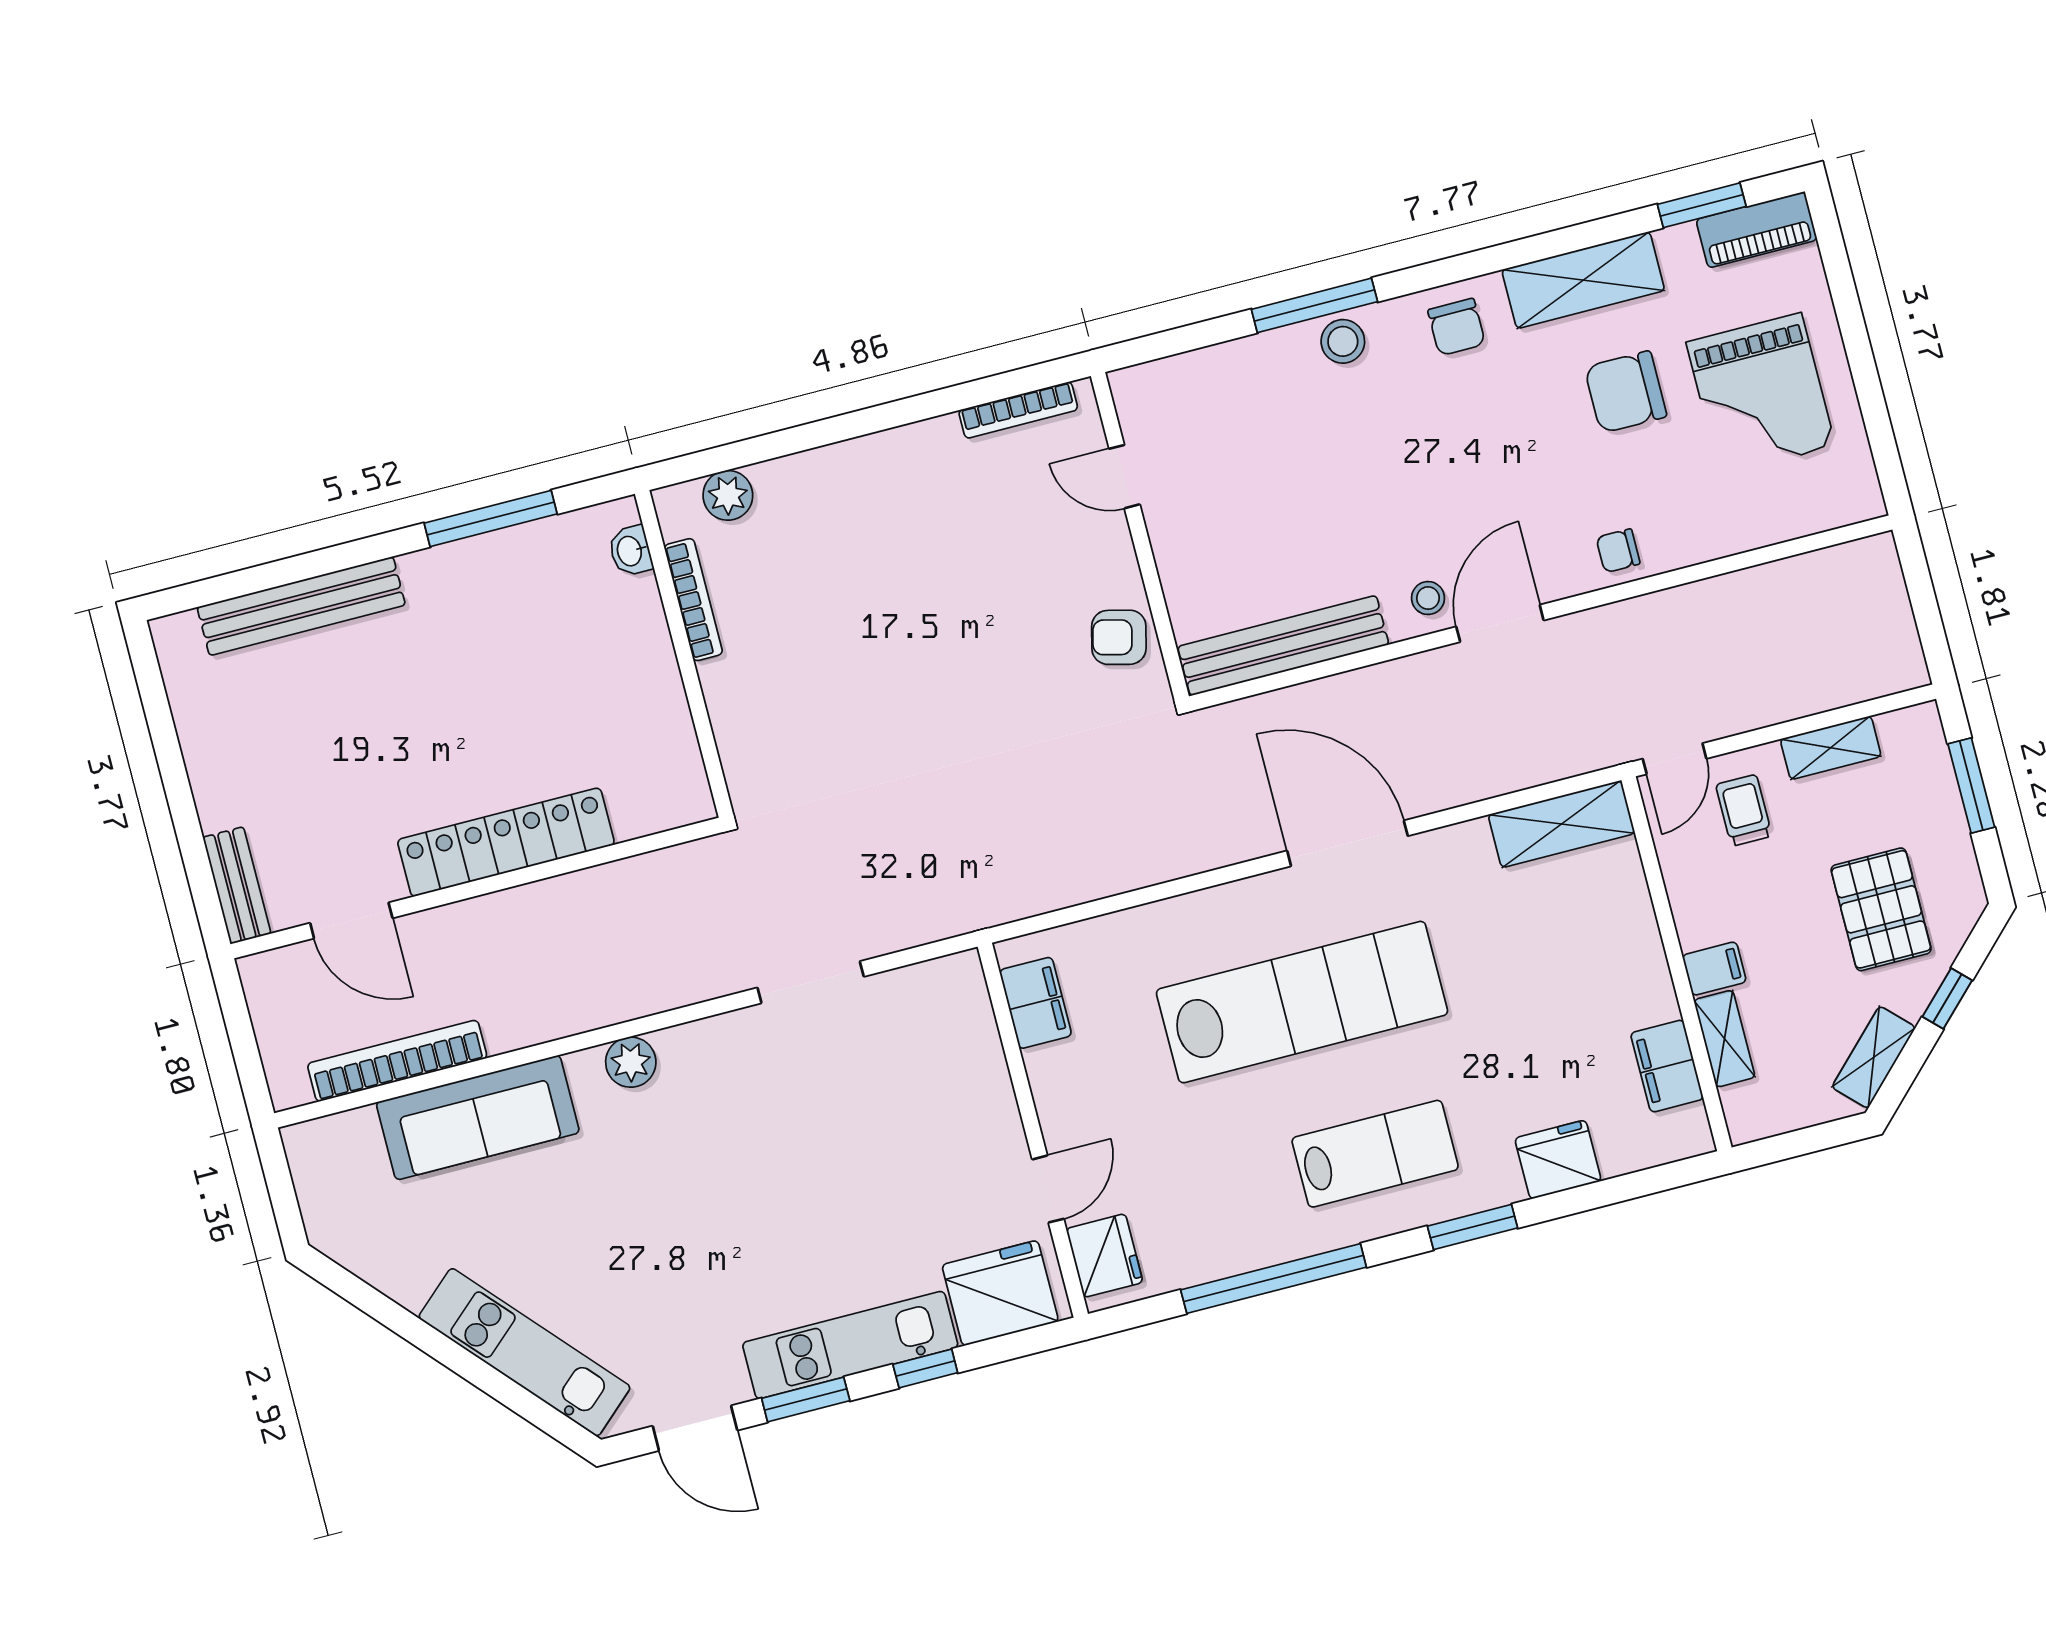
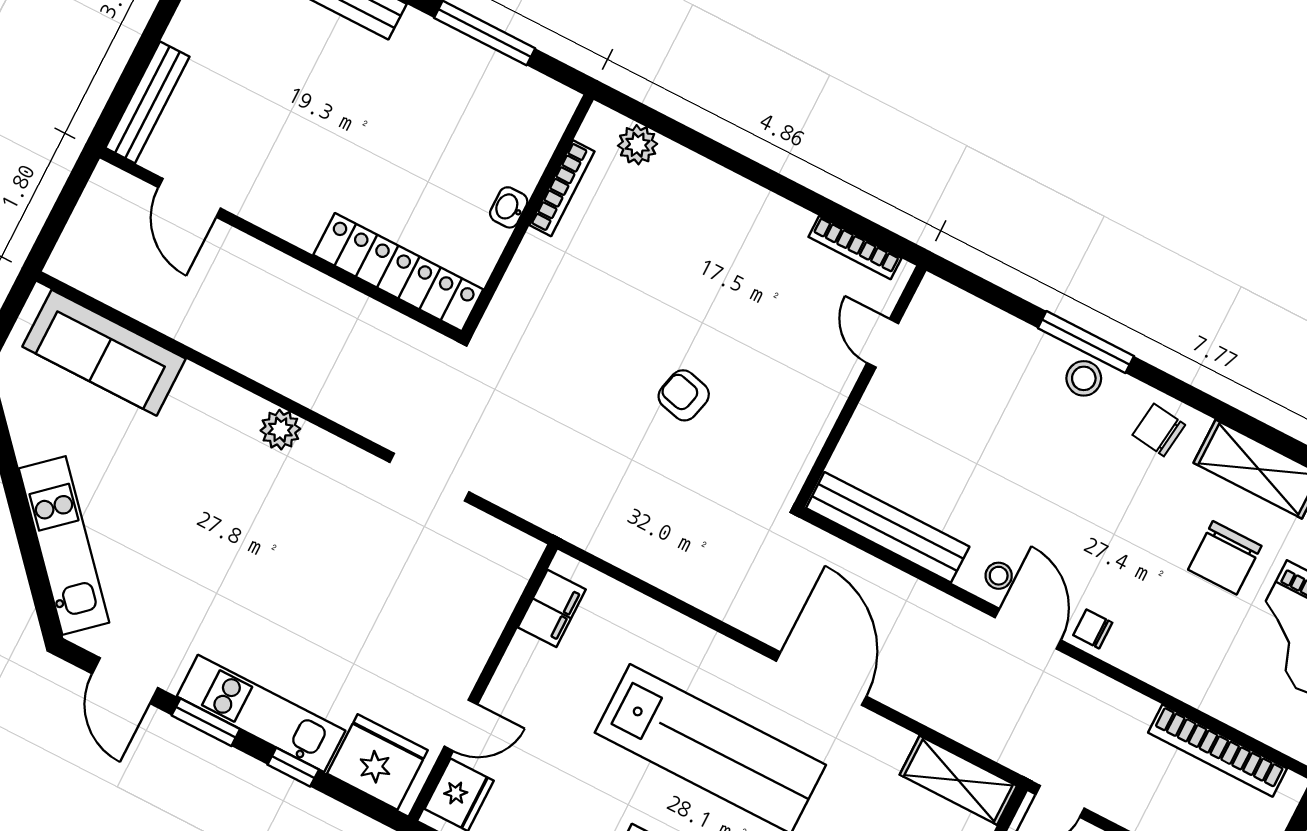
chair: (1457, 327) -> (1159, 430), turned 97
chair: (1626, 392) -> (1225, 558), turned -90
washbasin: (630, 551) -> (509, 207), moved
chair: (1618, 551) -> (1093, 629), moved
door: (1500, 623) -> (1028, 629), hinge flipped
armchair: (1119, 637) -> (684, 395), moved
locker: (506, 842) -> (398, 272), moved
bench: (237, 885) -> (147, 102), width x1.36
bookcase: (397, 1061) -> (1218, 751), moved, turned 180
sofa: (478, 1118) -> (104, 353), moved

